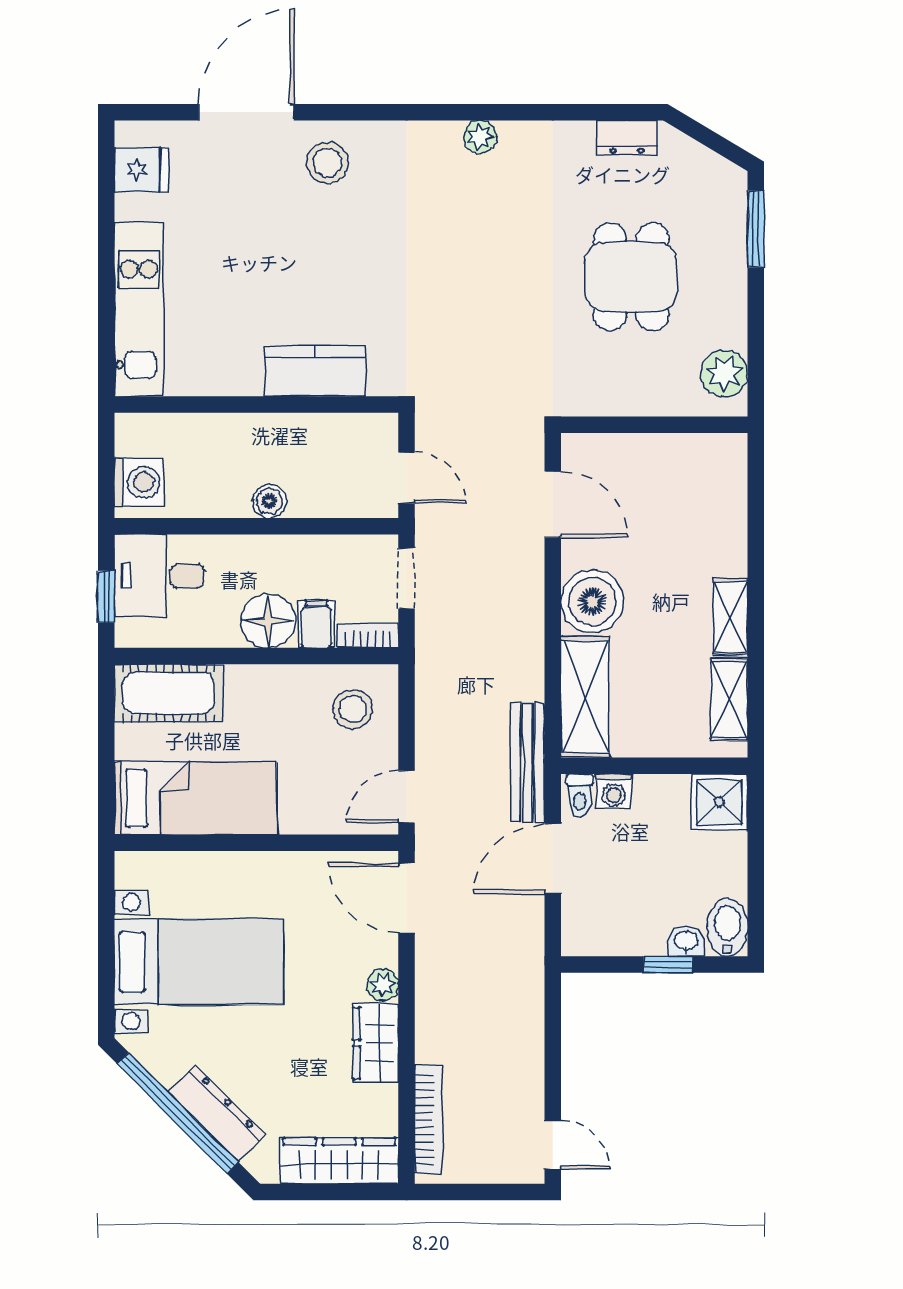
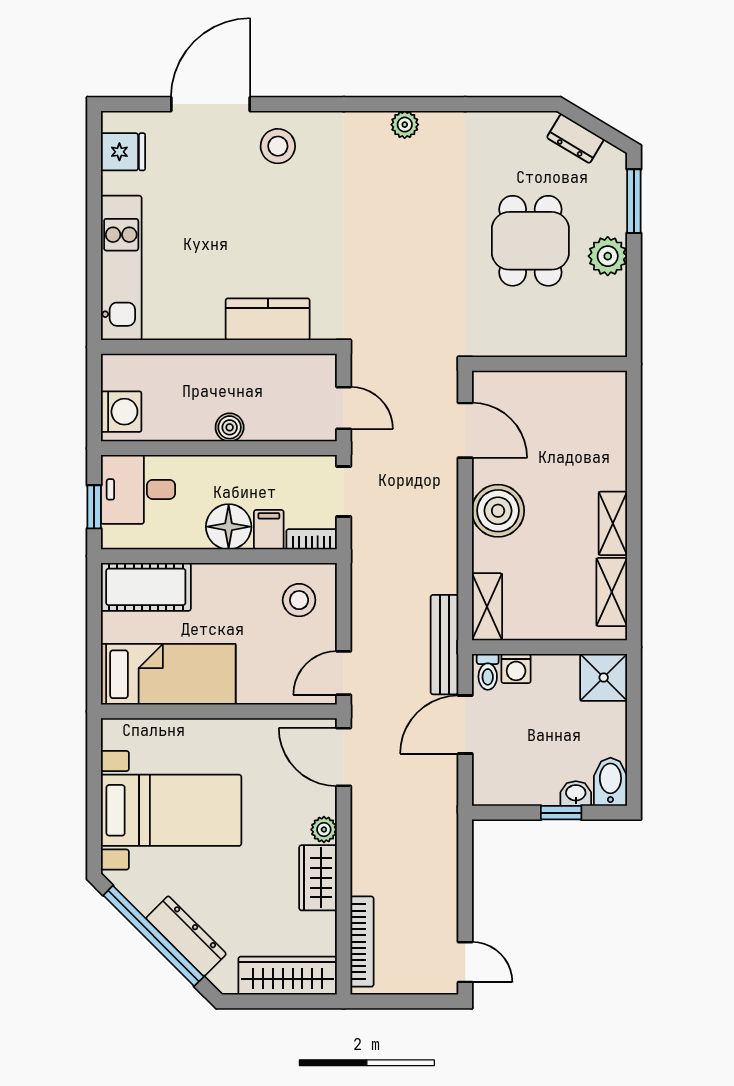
dresser: (627, 137) -> (575, 138), moved, turned 31
plant: (724, 373) -> (608, 256), moved
shelving: (585, 697) -> (487, 607), width x0.67, depth x0.75

